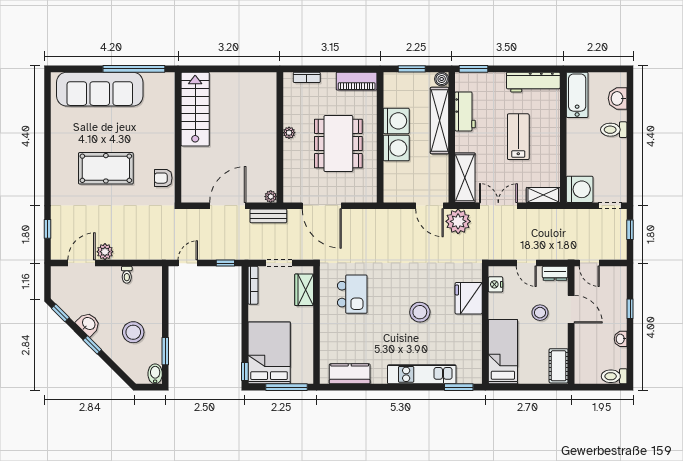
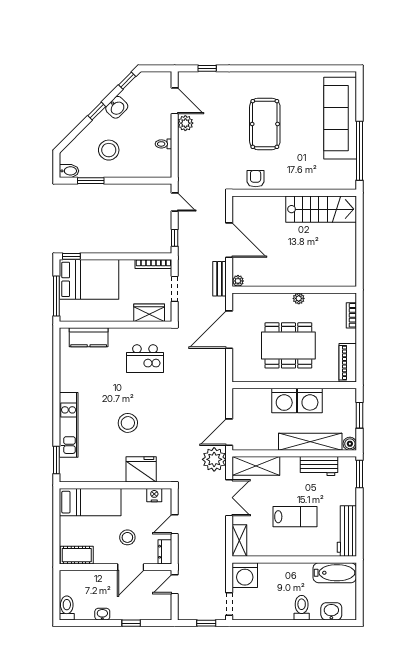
kitchen counter: (350, 374) -> (89, 337), moved, turned 90

